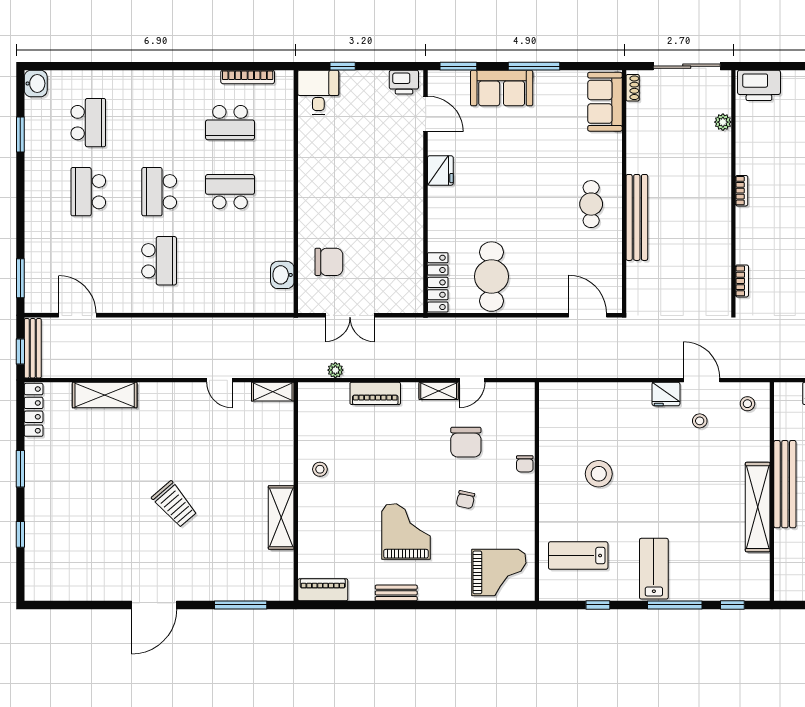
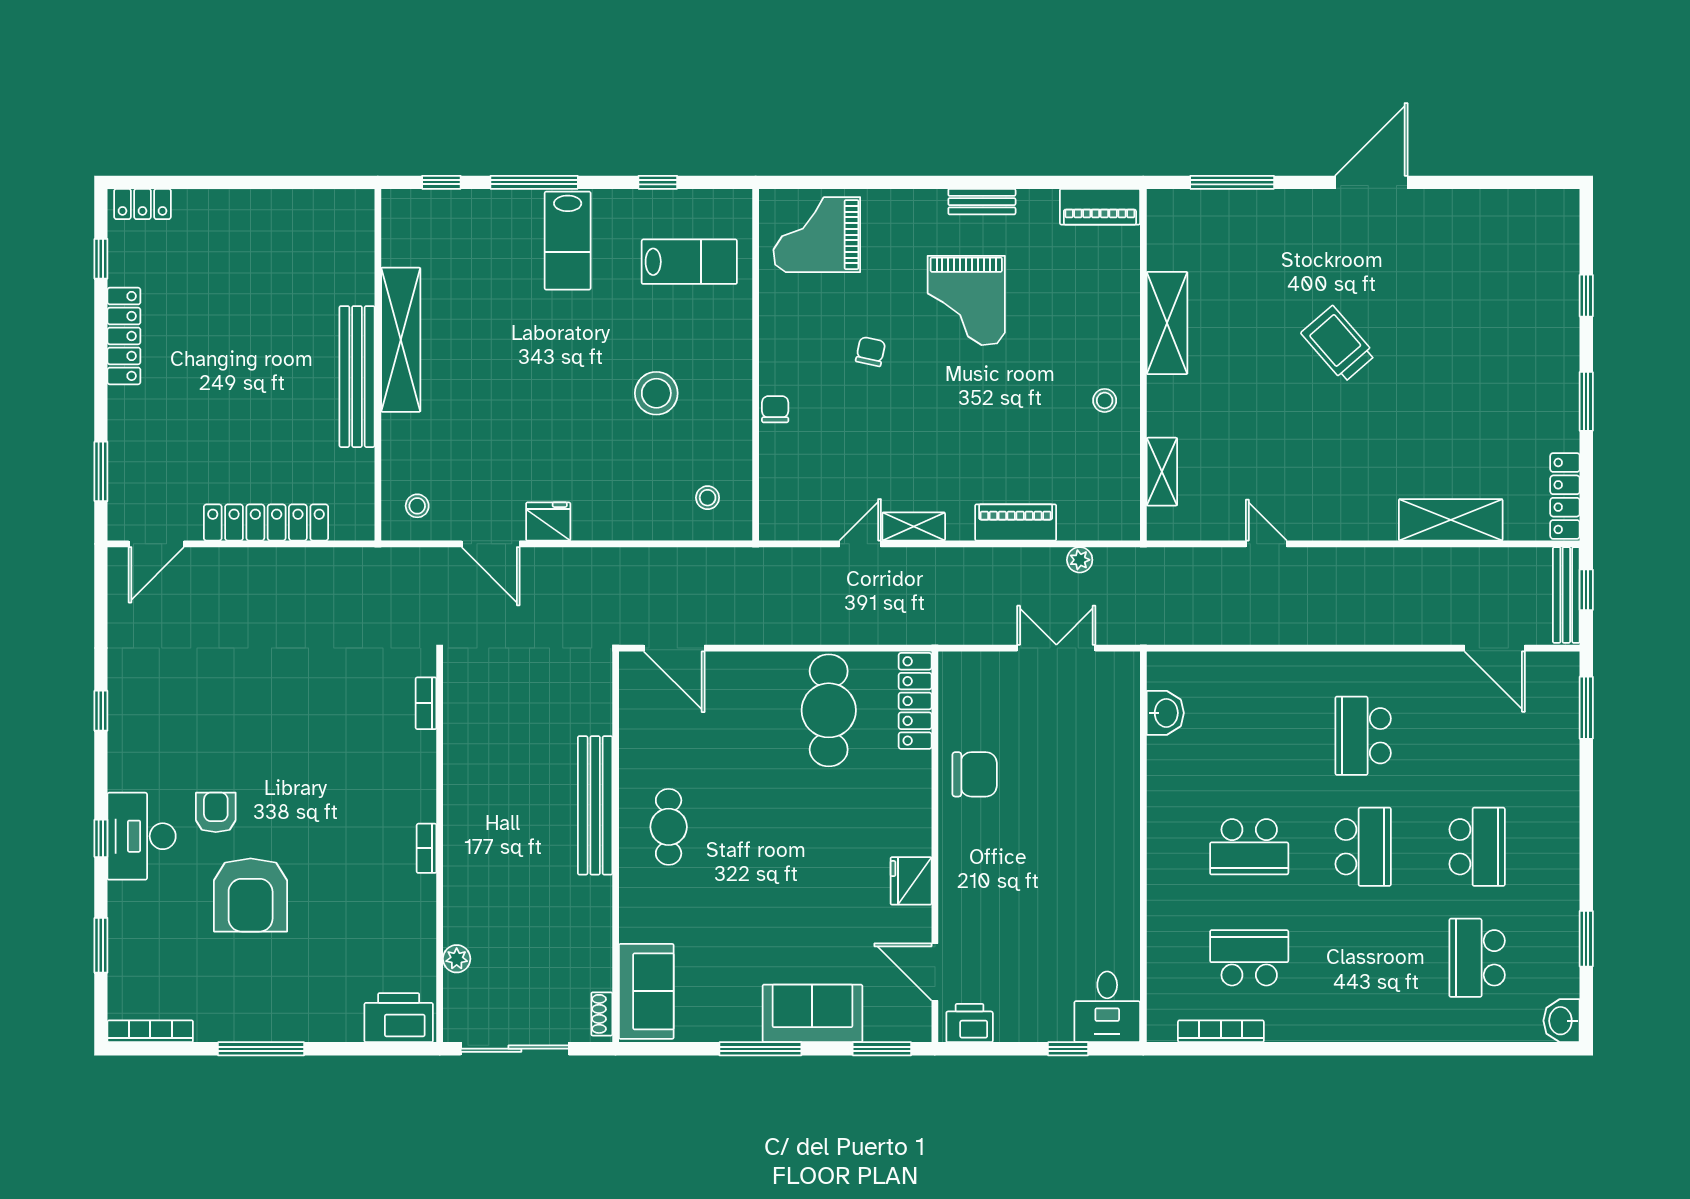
chair: (329, 262) -> (975, 774), moved, turned 180
shelving: (273, 392) -> (1162, 472), moved, turned 90
stool: (700, 421) -> (708, 498), moved
chair: (466, 442) -> (870, 444), removed

